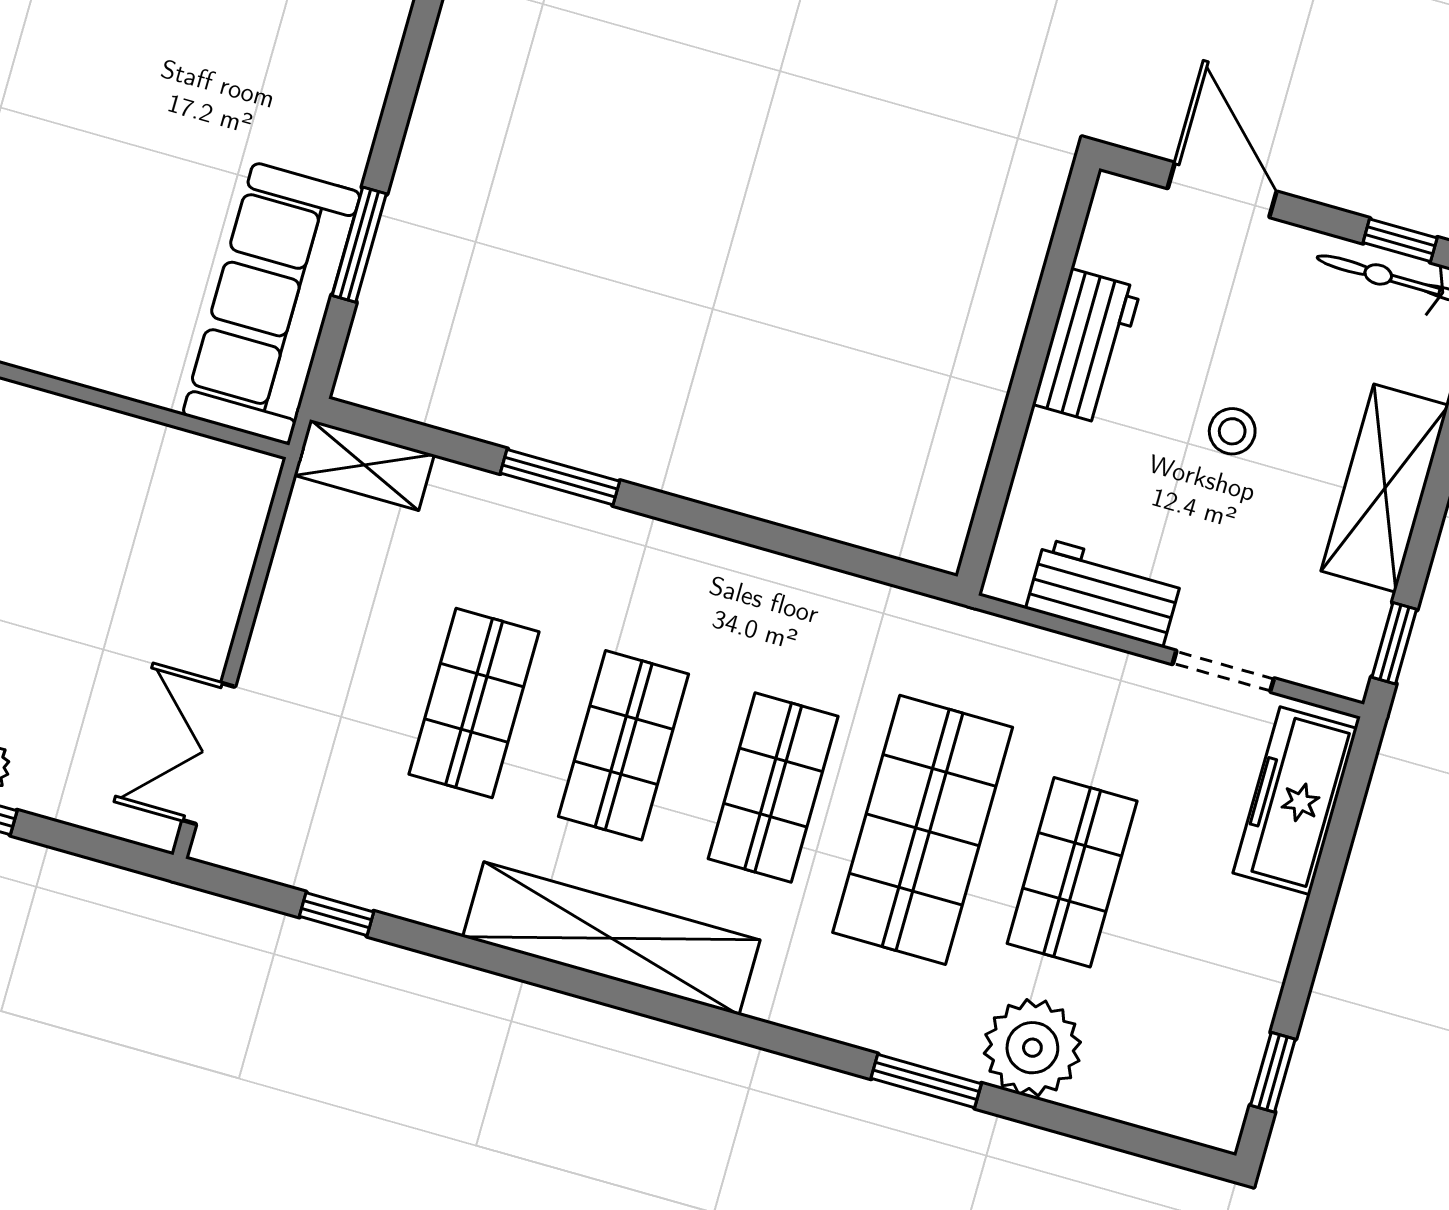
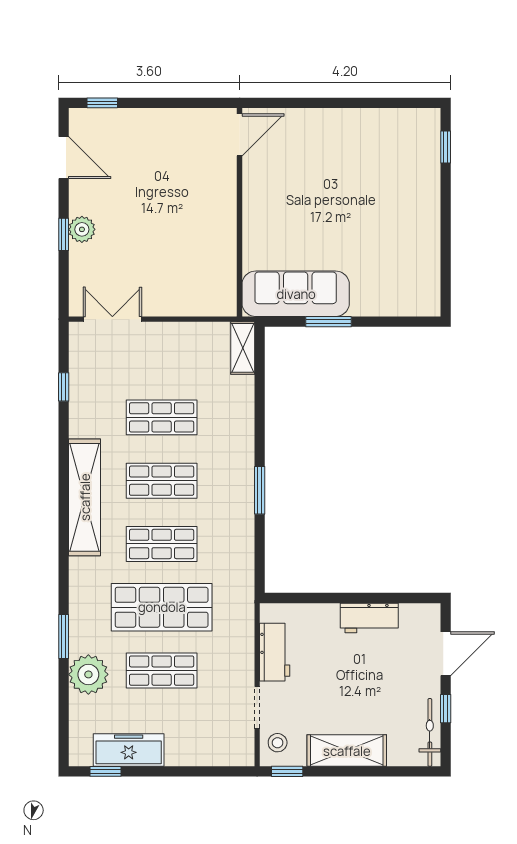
window: (1400, 240) -> (446, 709), moved
stool: (1232, 431) -> (278, 743), moved
window: (560, 477) -> (260, 490), moved
freezer: (1295, 801) -> (129, 750), moved

